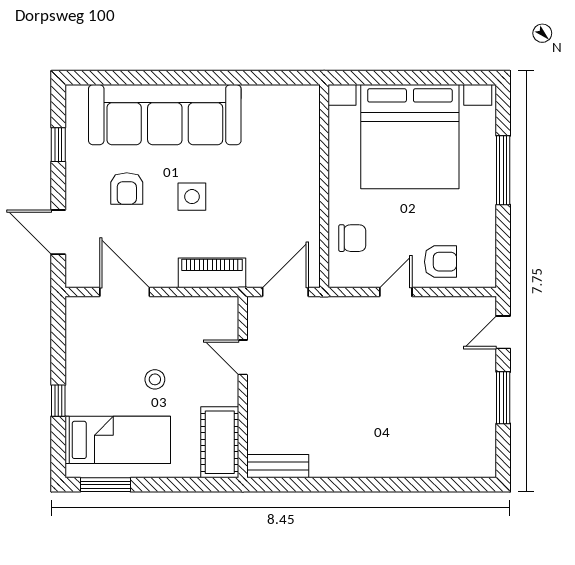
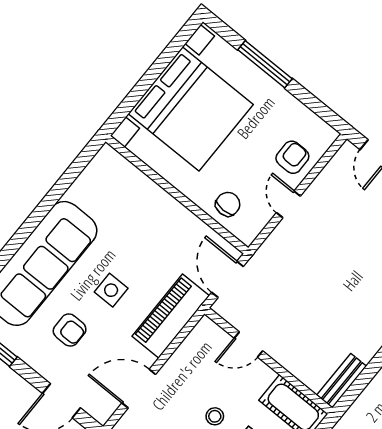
piano: (212, 273) -> (171, 316), width x1.37, depth x1.33

